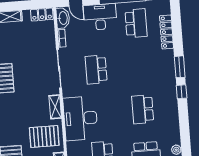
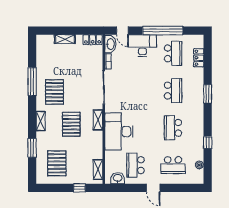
locker: (167, 32) -> (199, 58), width x0.66
school desk: (96, 70) -> (173, 91), moved, turned 180
window: (182, 92) -> (208, 143), moved
pallet: (44, 136) -> (71, 124), moved, turned 90

